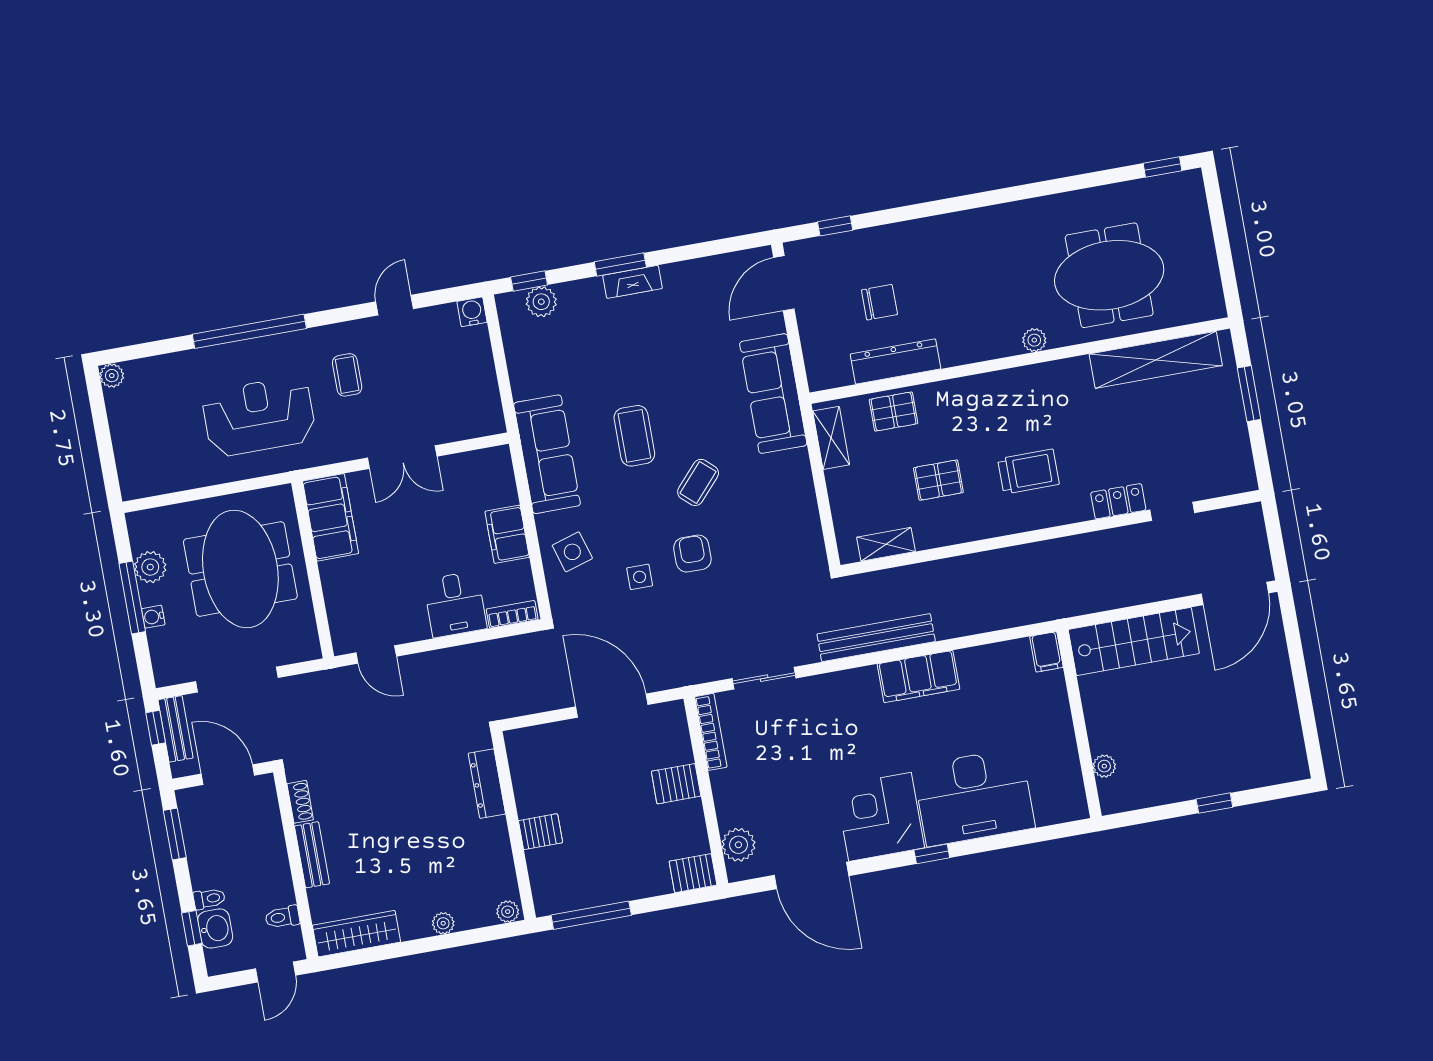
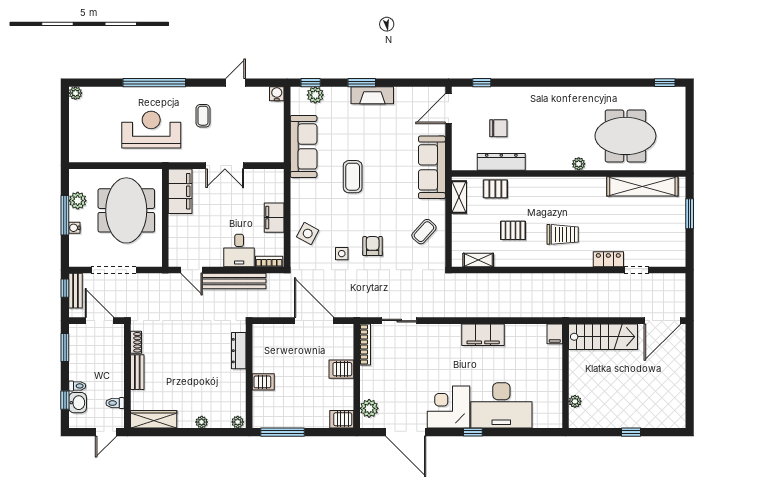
fireplace: (633, 282) -> (372, 95), width x1.37, depth x1.32
sofa: (547, 454) -> (304, 146), moved
coffee table: (698, 482) -> (424, 232), moved
side table: (572, 552) -> (308, 233), turned 45
bench: (876, 638) -> (234, 281), moved

